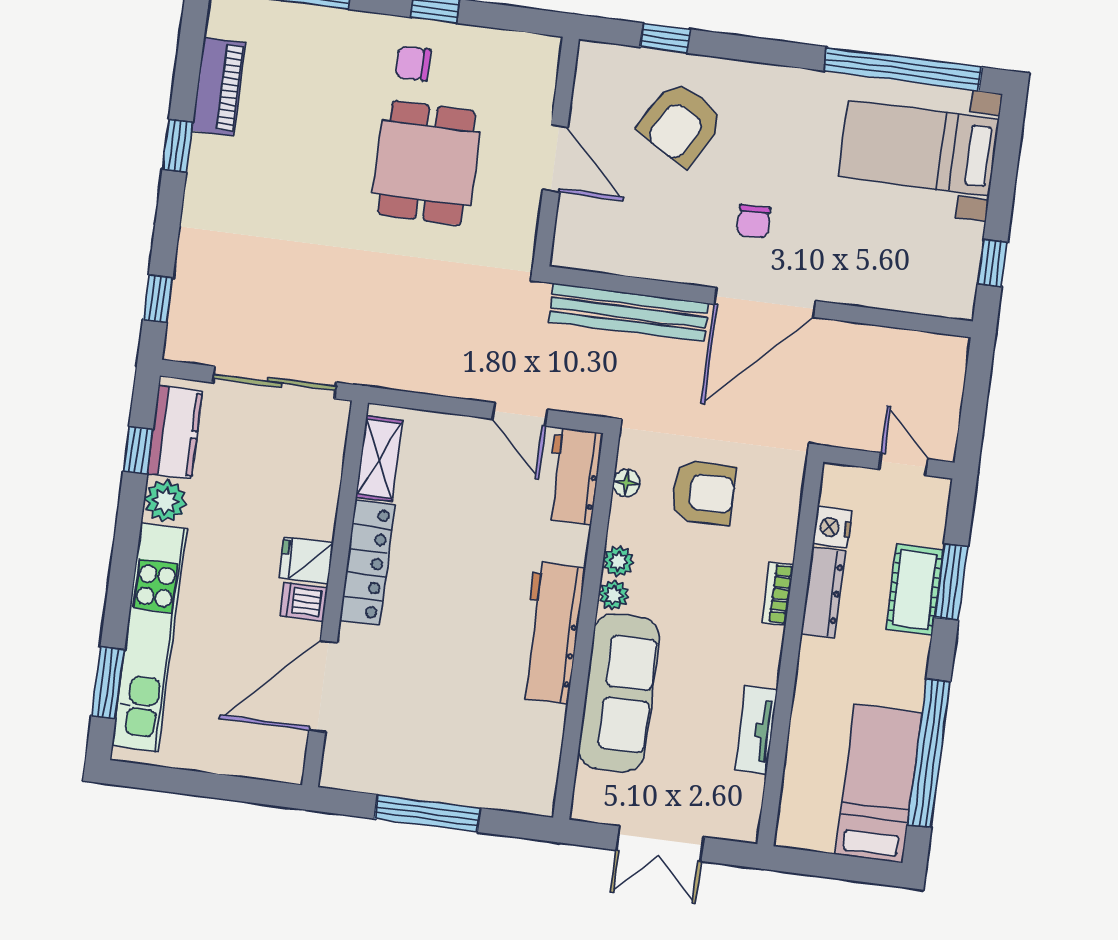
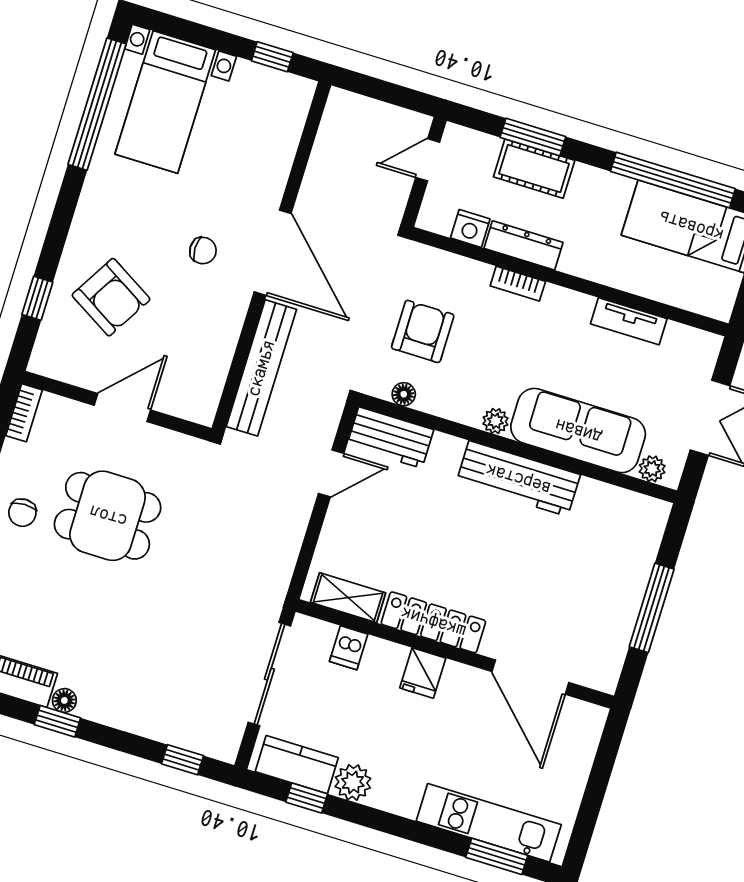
bookcase: (530, 45) -> (24, 413), added
floor lamp: (203, 149) -> (64, 700), added
plant: (618, 561) -> (652, 469), moved
dishwasher: (304, 602) -> (349, 648), moved
kitchen unit: (149, 637) -> (489, 823), width x0.73

